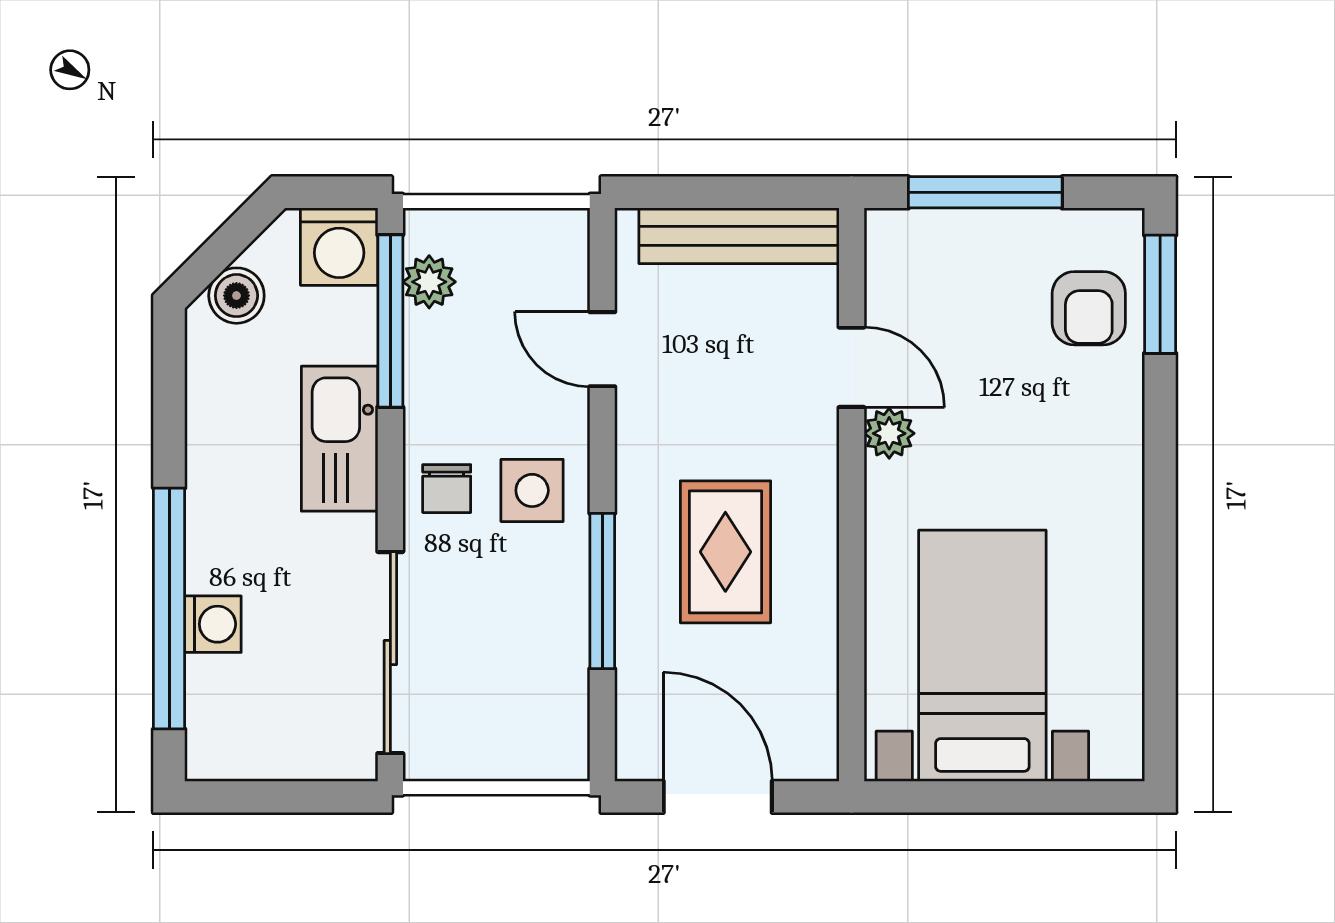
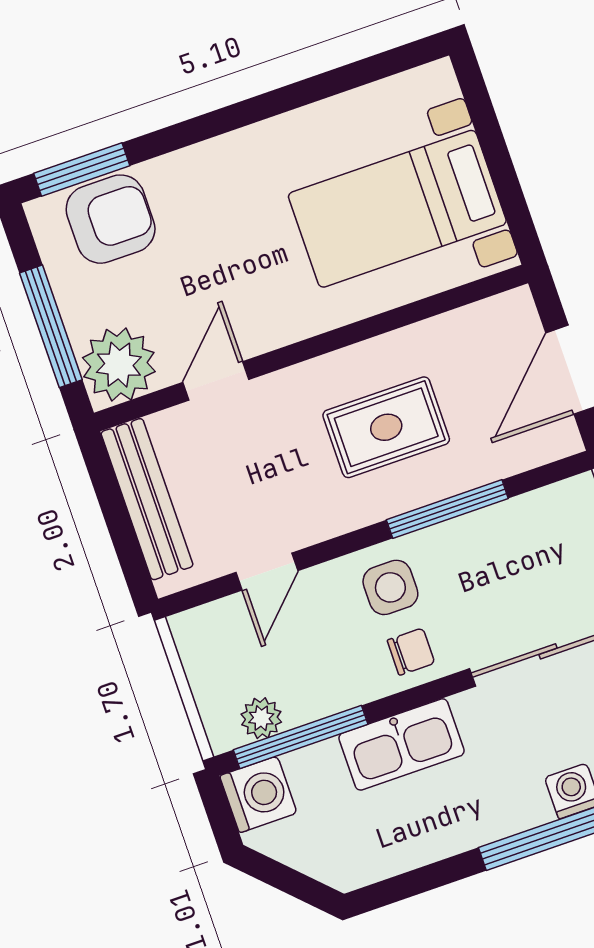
boiler: (236, 296) -> (321, 858), removed
armchair: (1089, 308) -> (111, 219), width x1.38, depth x1.38
plant: (889, 433) -> (119, 365), moved, width x1.87, depth x1.87

